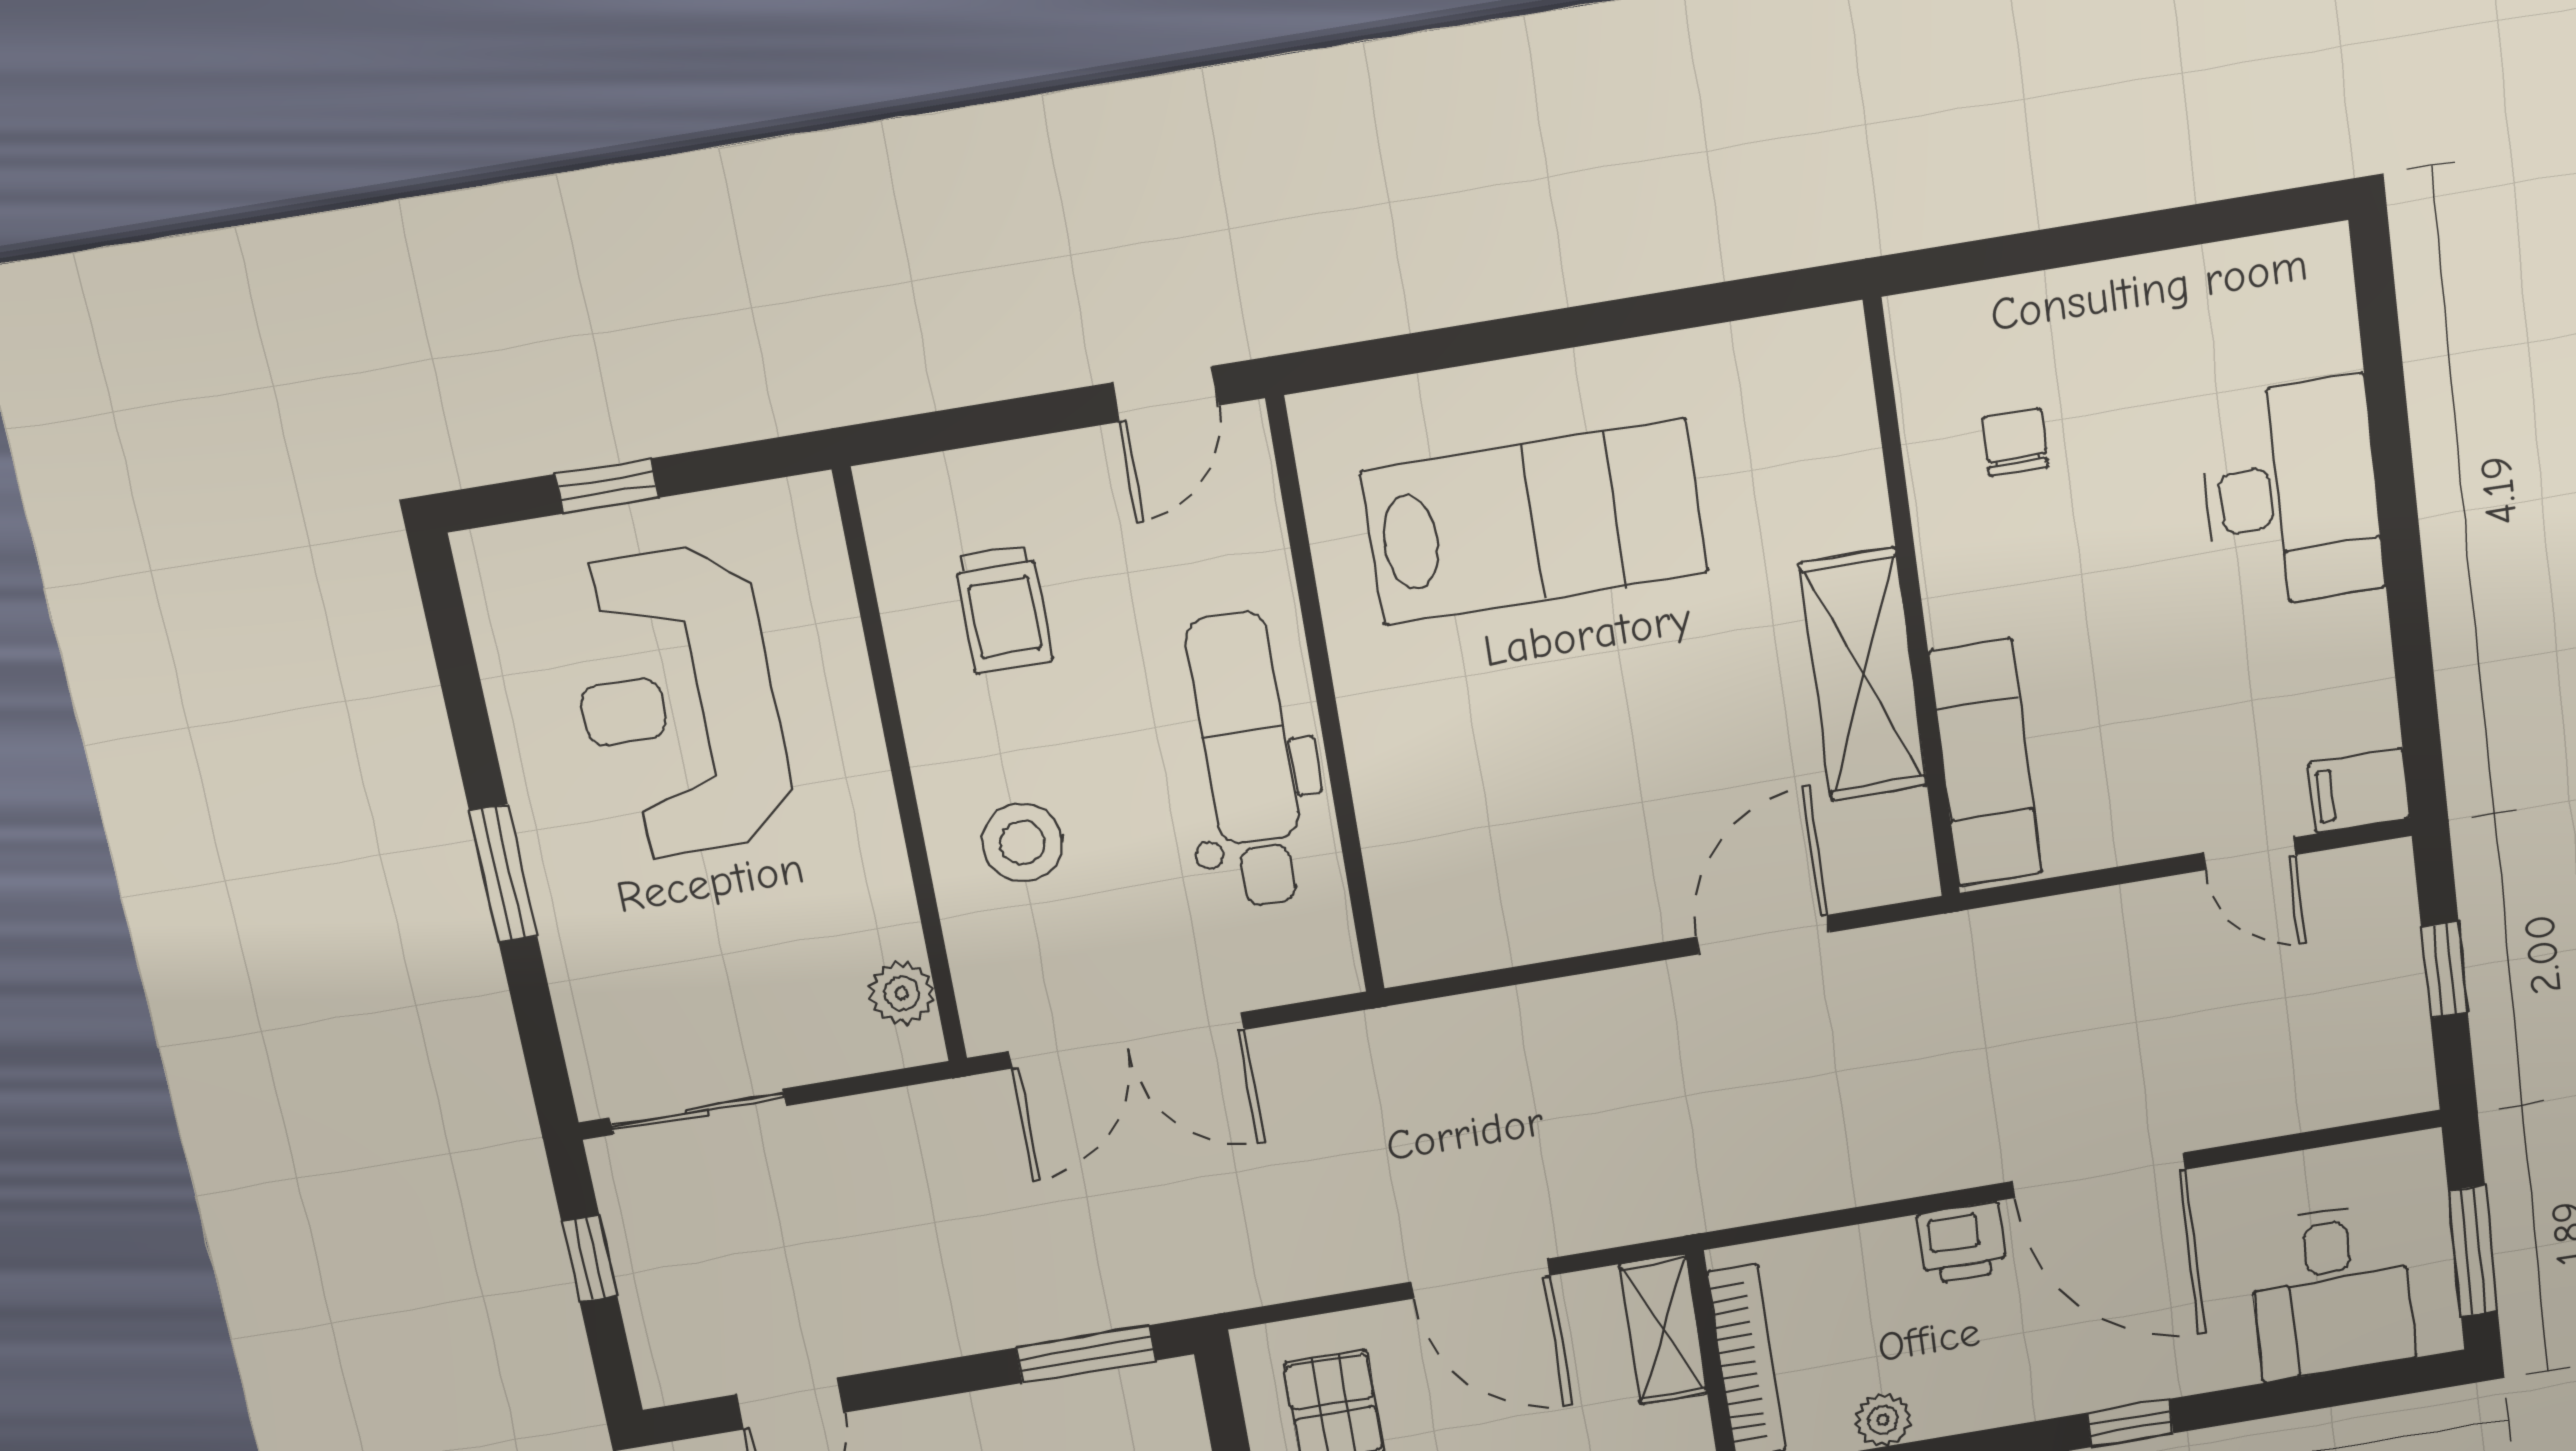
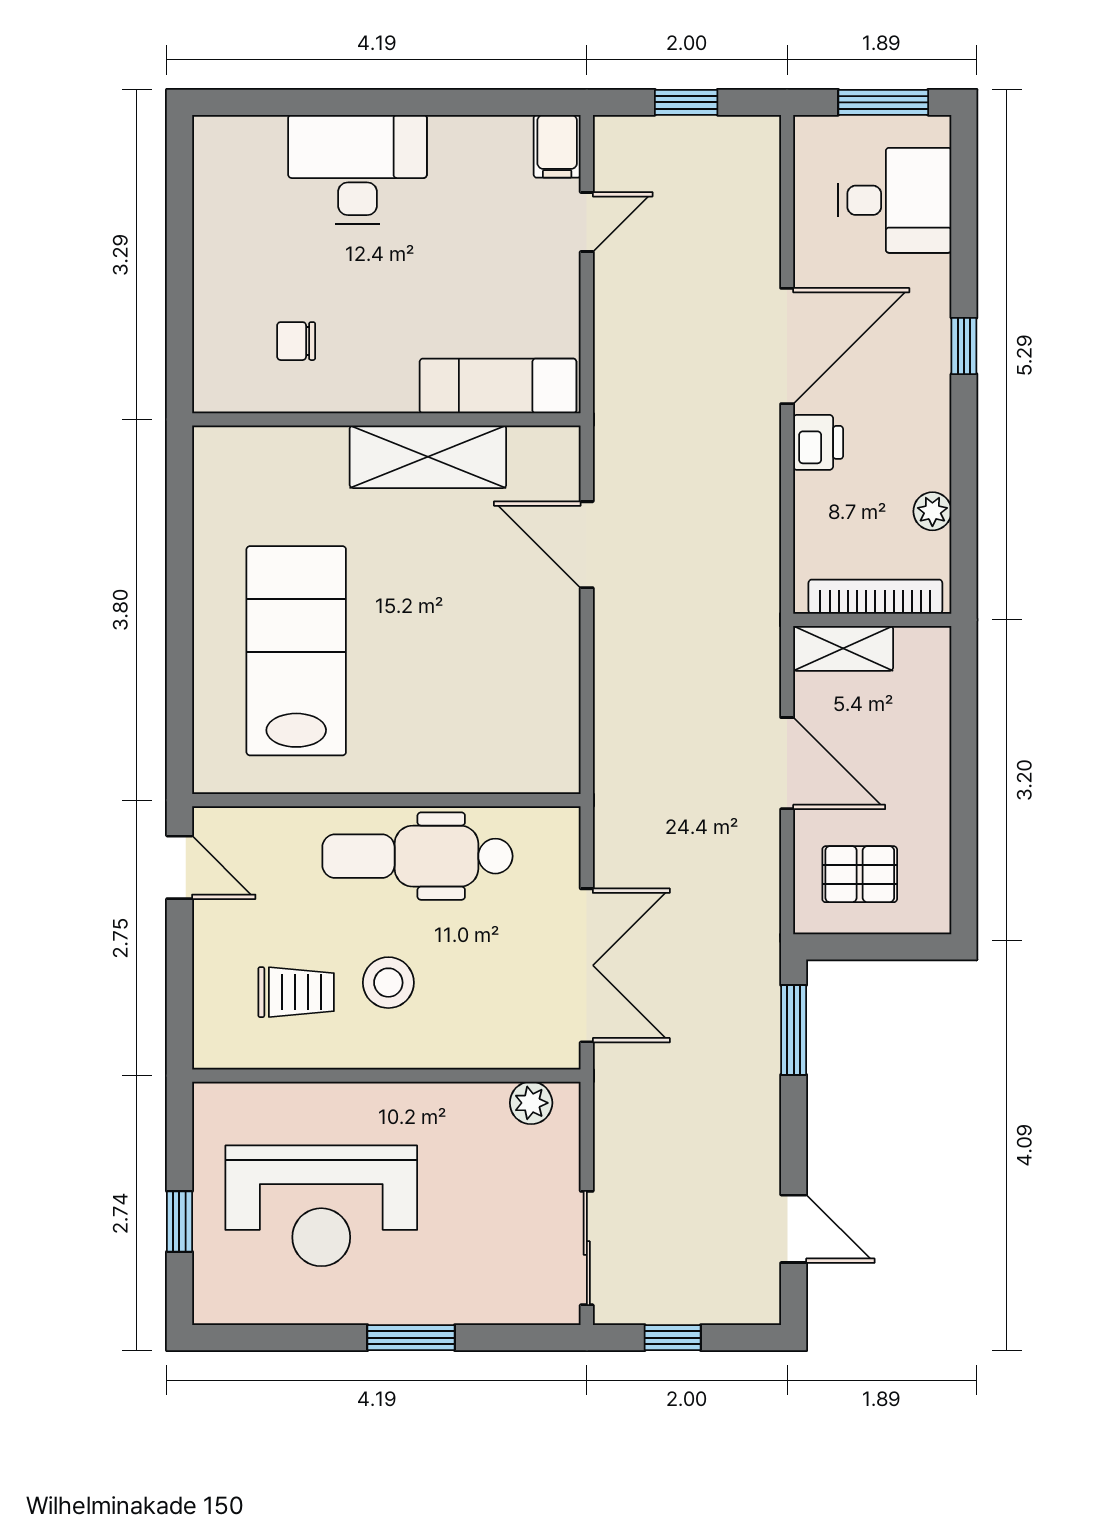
stool: (1022, 842) -> (388, 983), moved
door: (1481, 1279) -> (787, 763), hinge flipped

